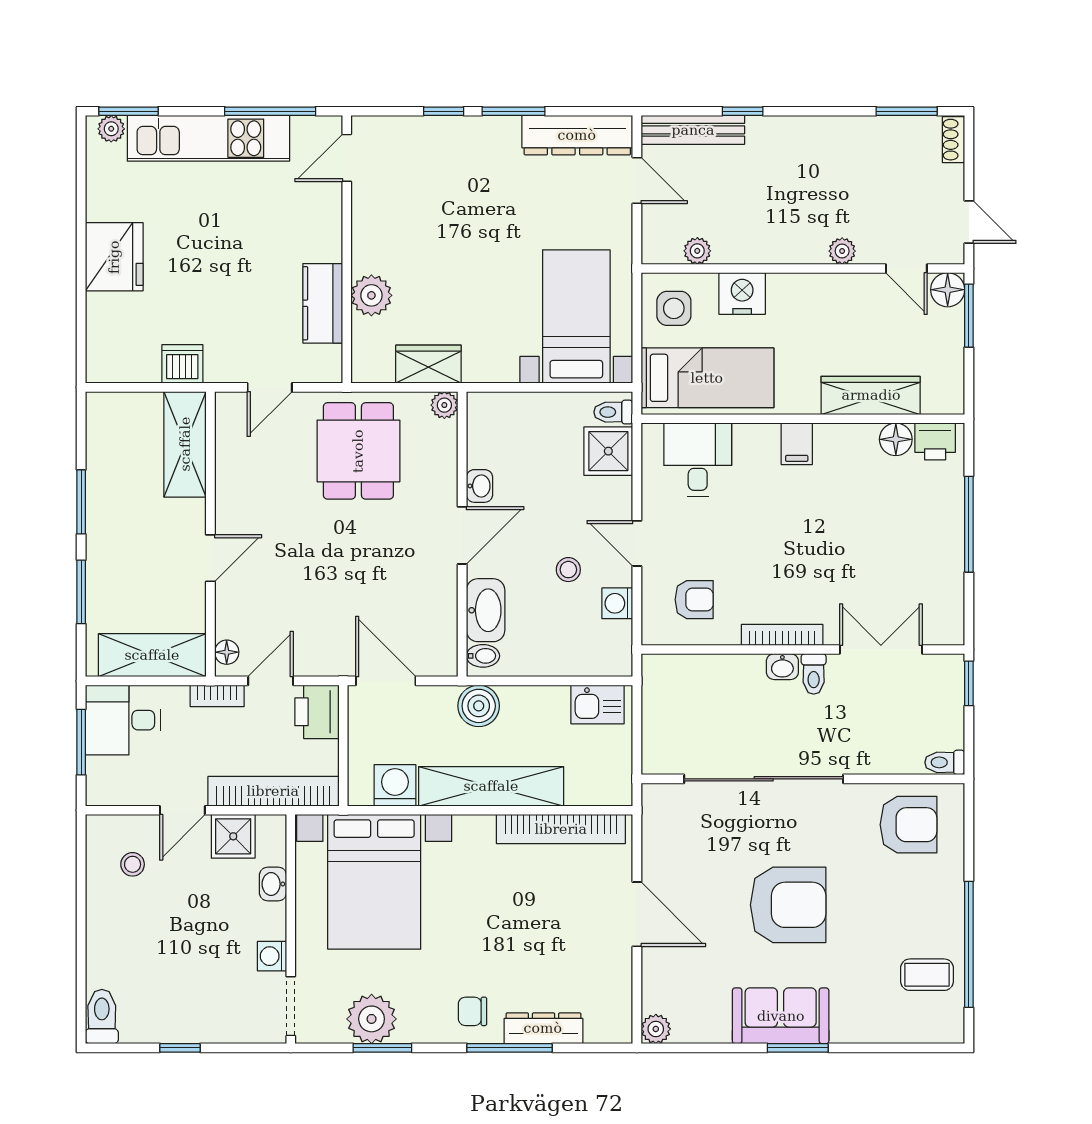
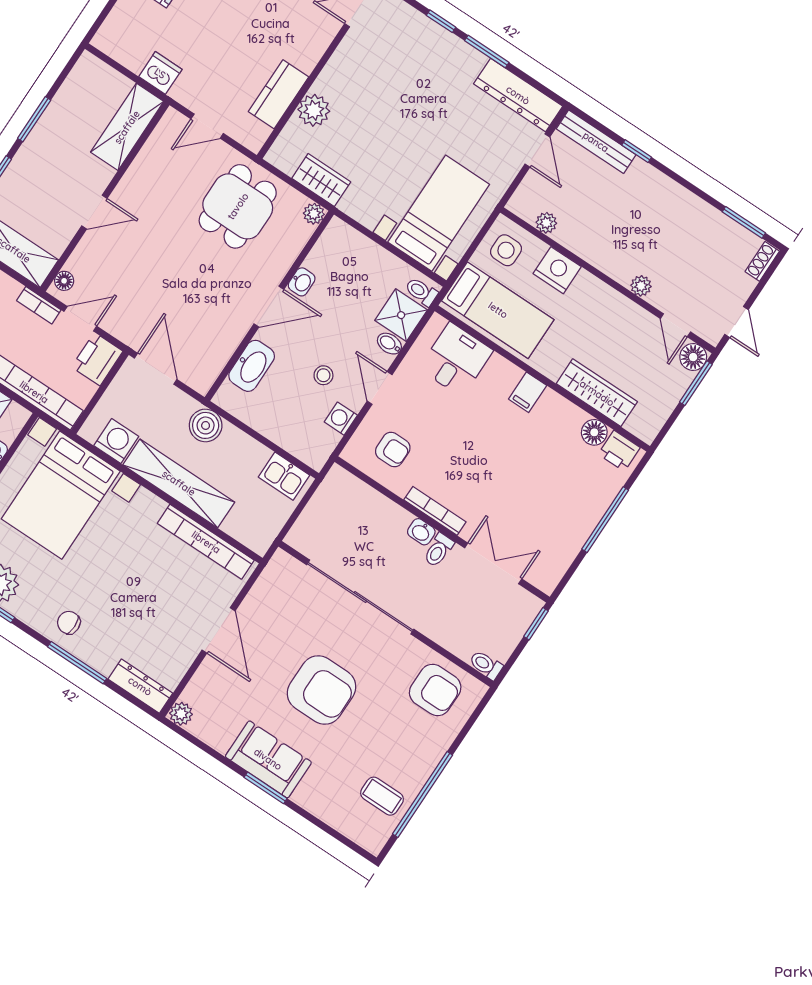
bidet: (483, 656) -> (389, 344), moved, turned 180
dresser: (543, 1028) -> (140, 686), moved

